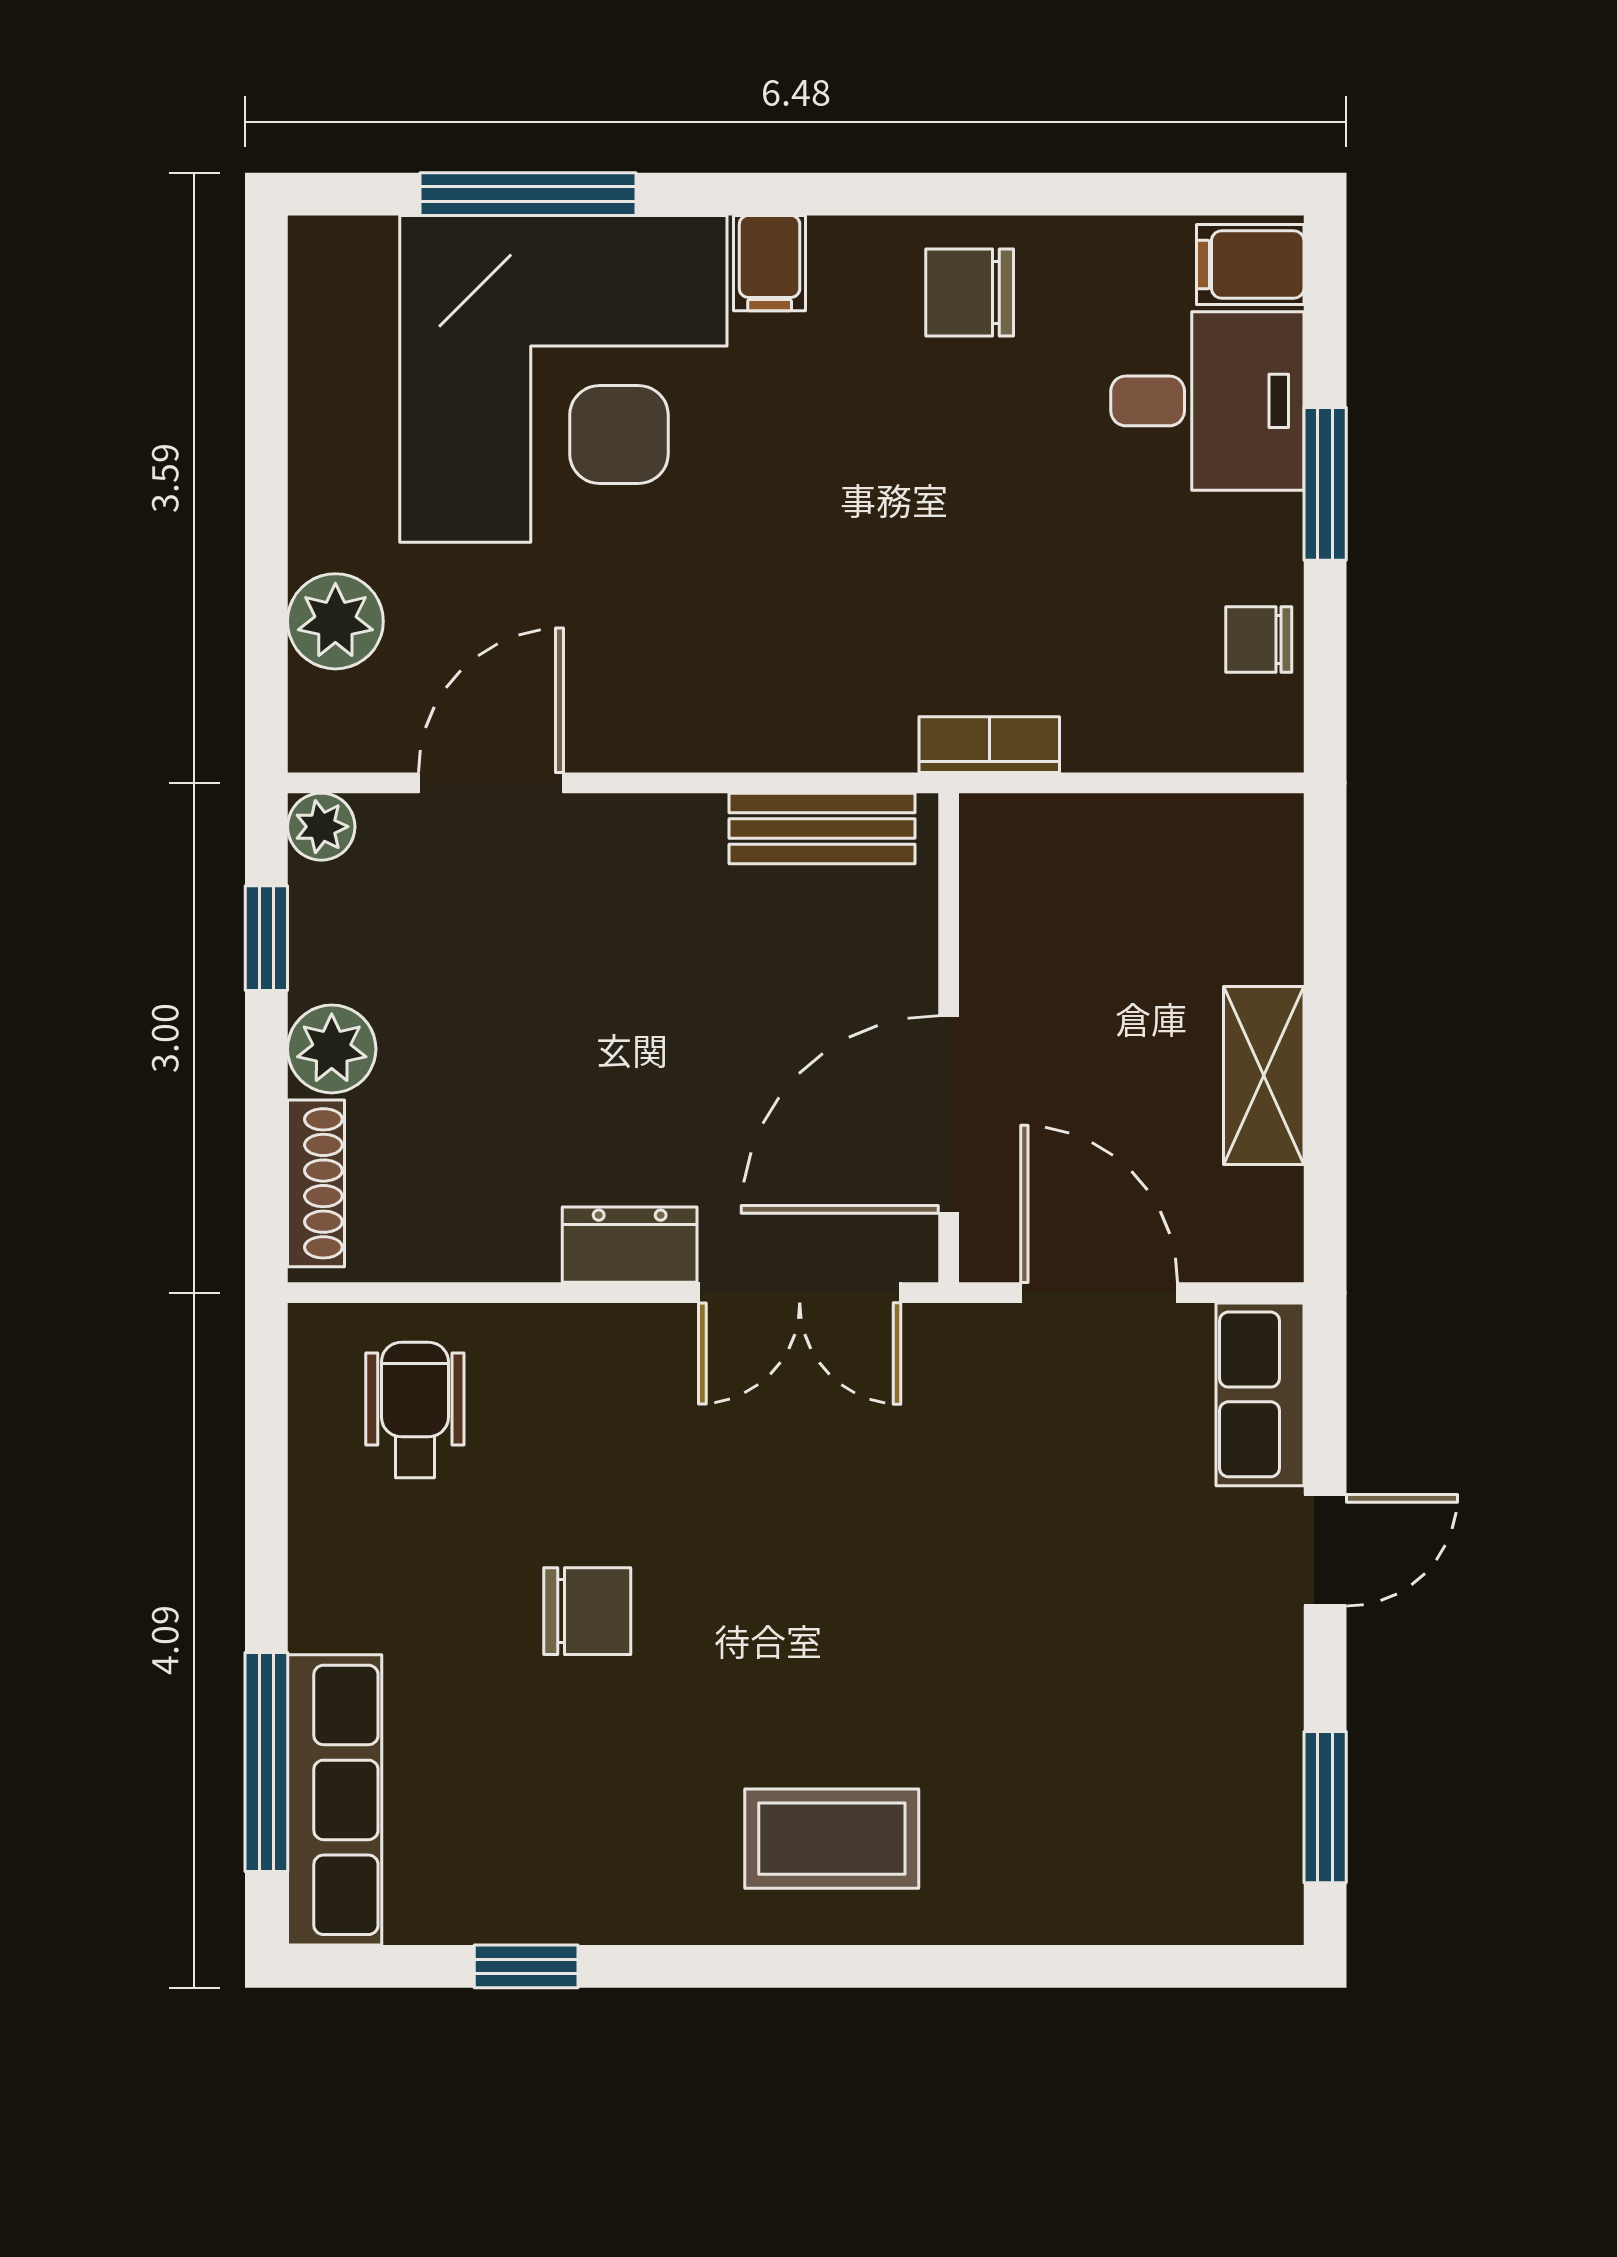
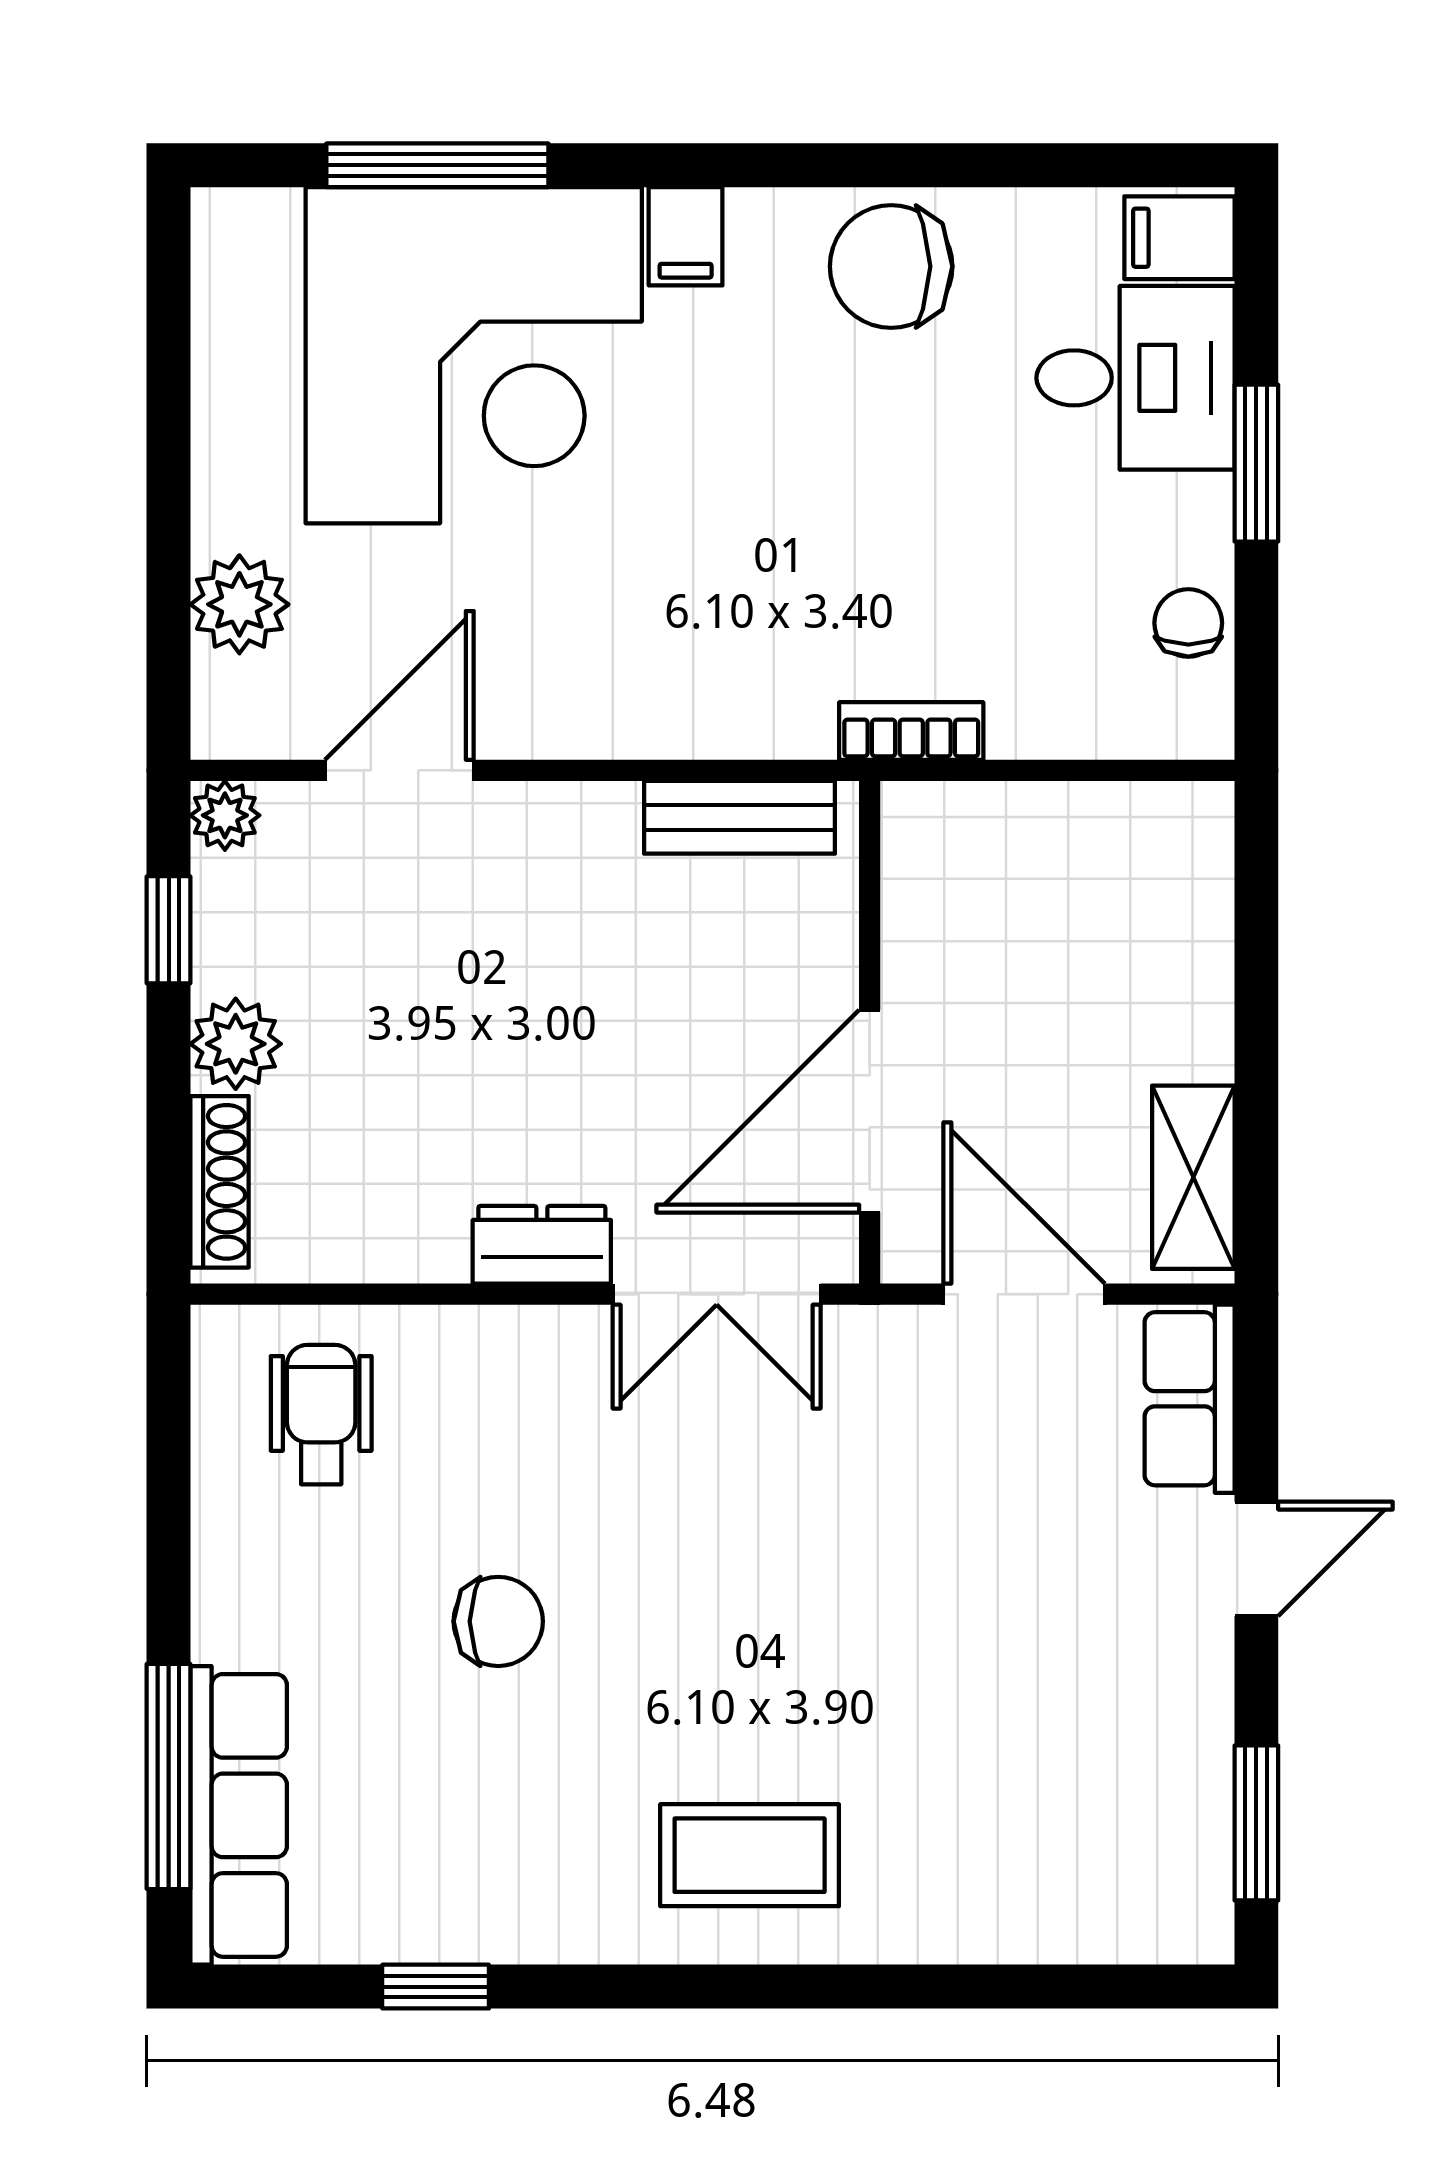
chair: (970, 293) -> (891, 266), width x1.37, depth x1.37
chair: (1259, 639) -> (1188, 623), turned 90
shelving: (1264, 1076) -> (1193, 1177), moved

